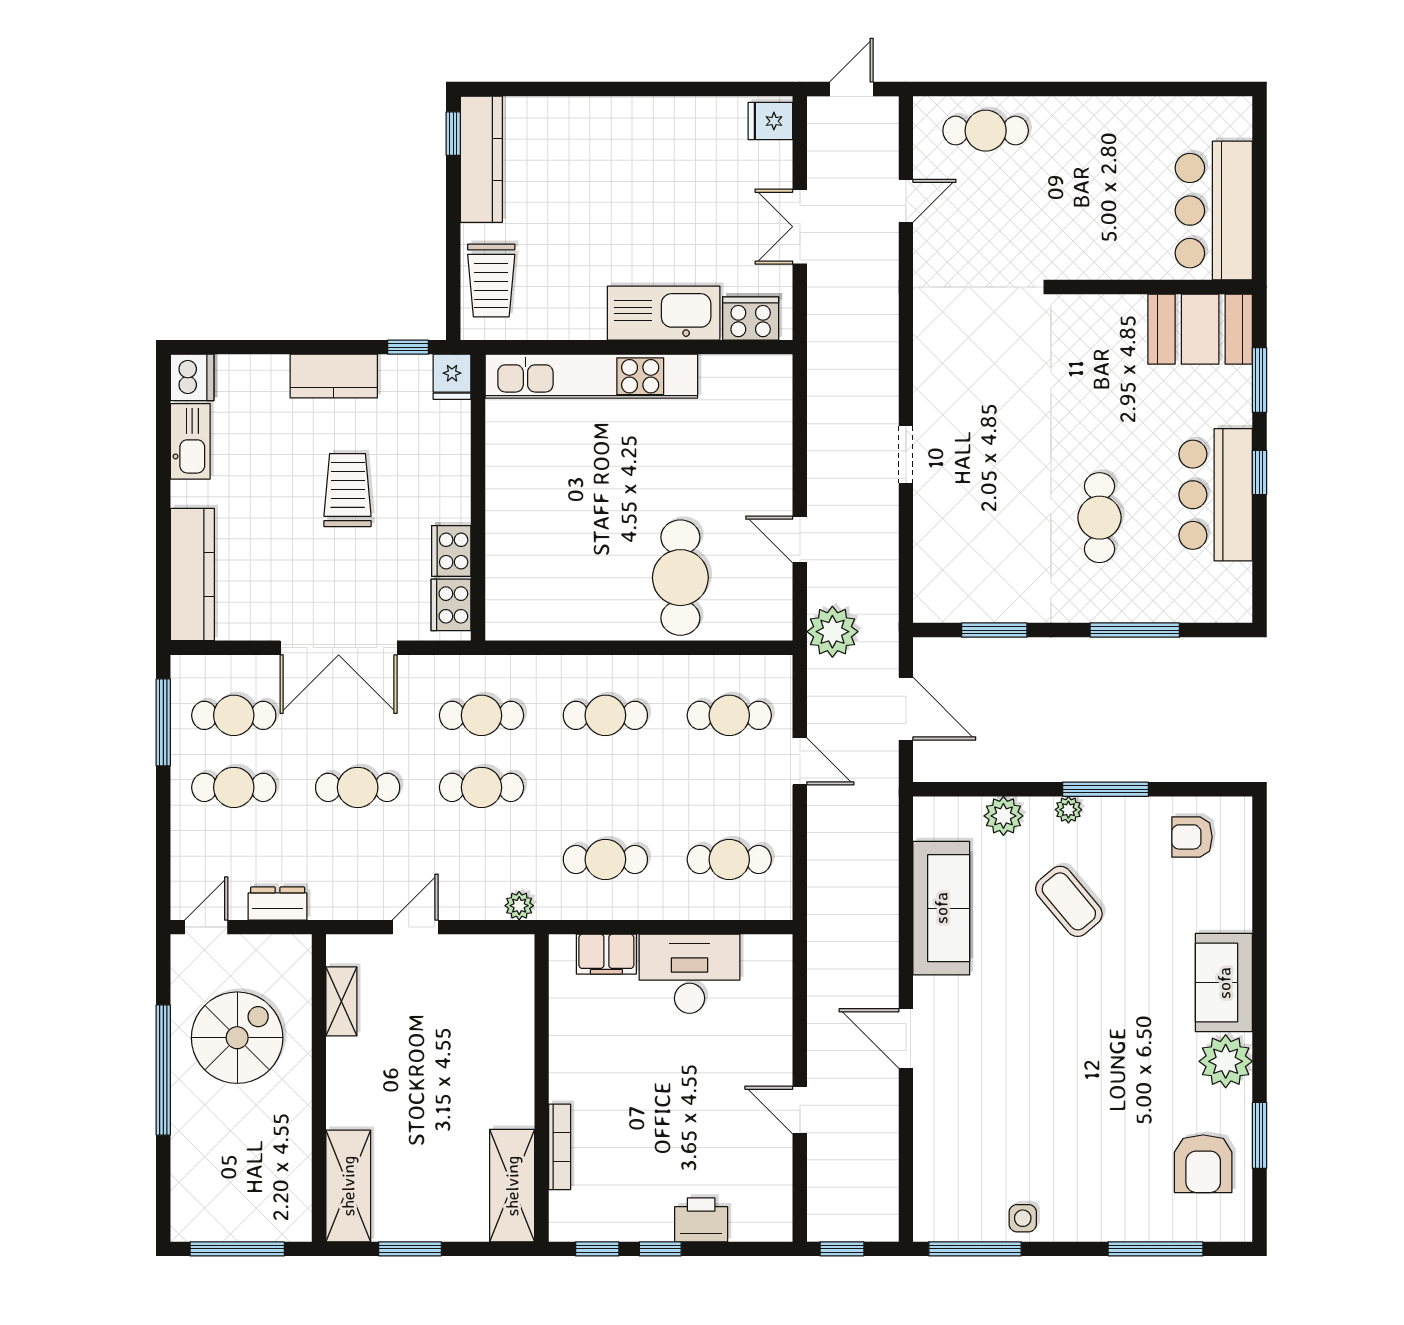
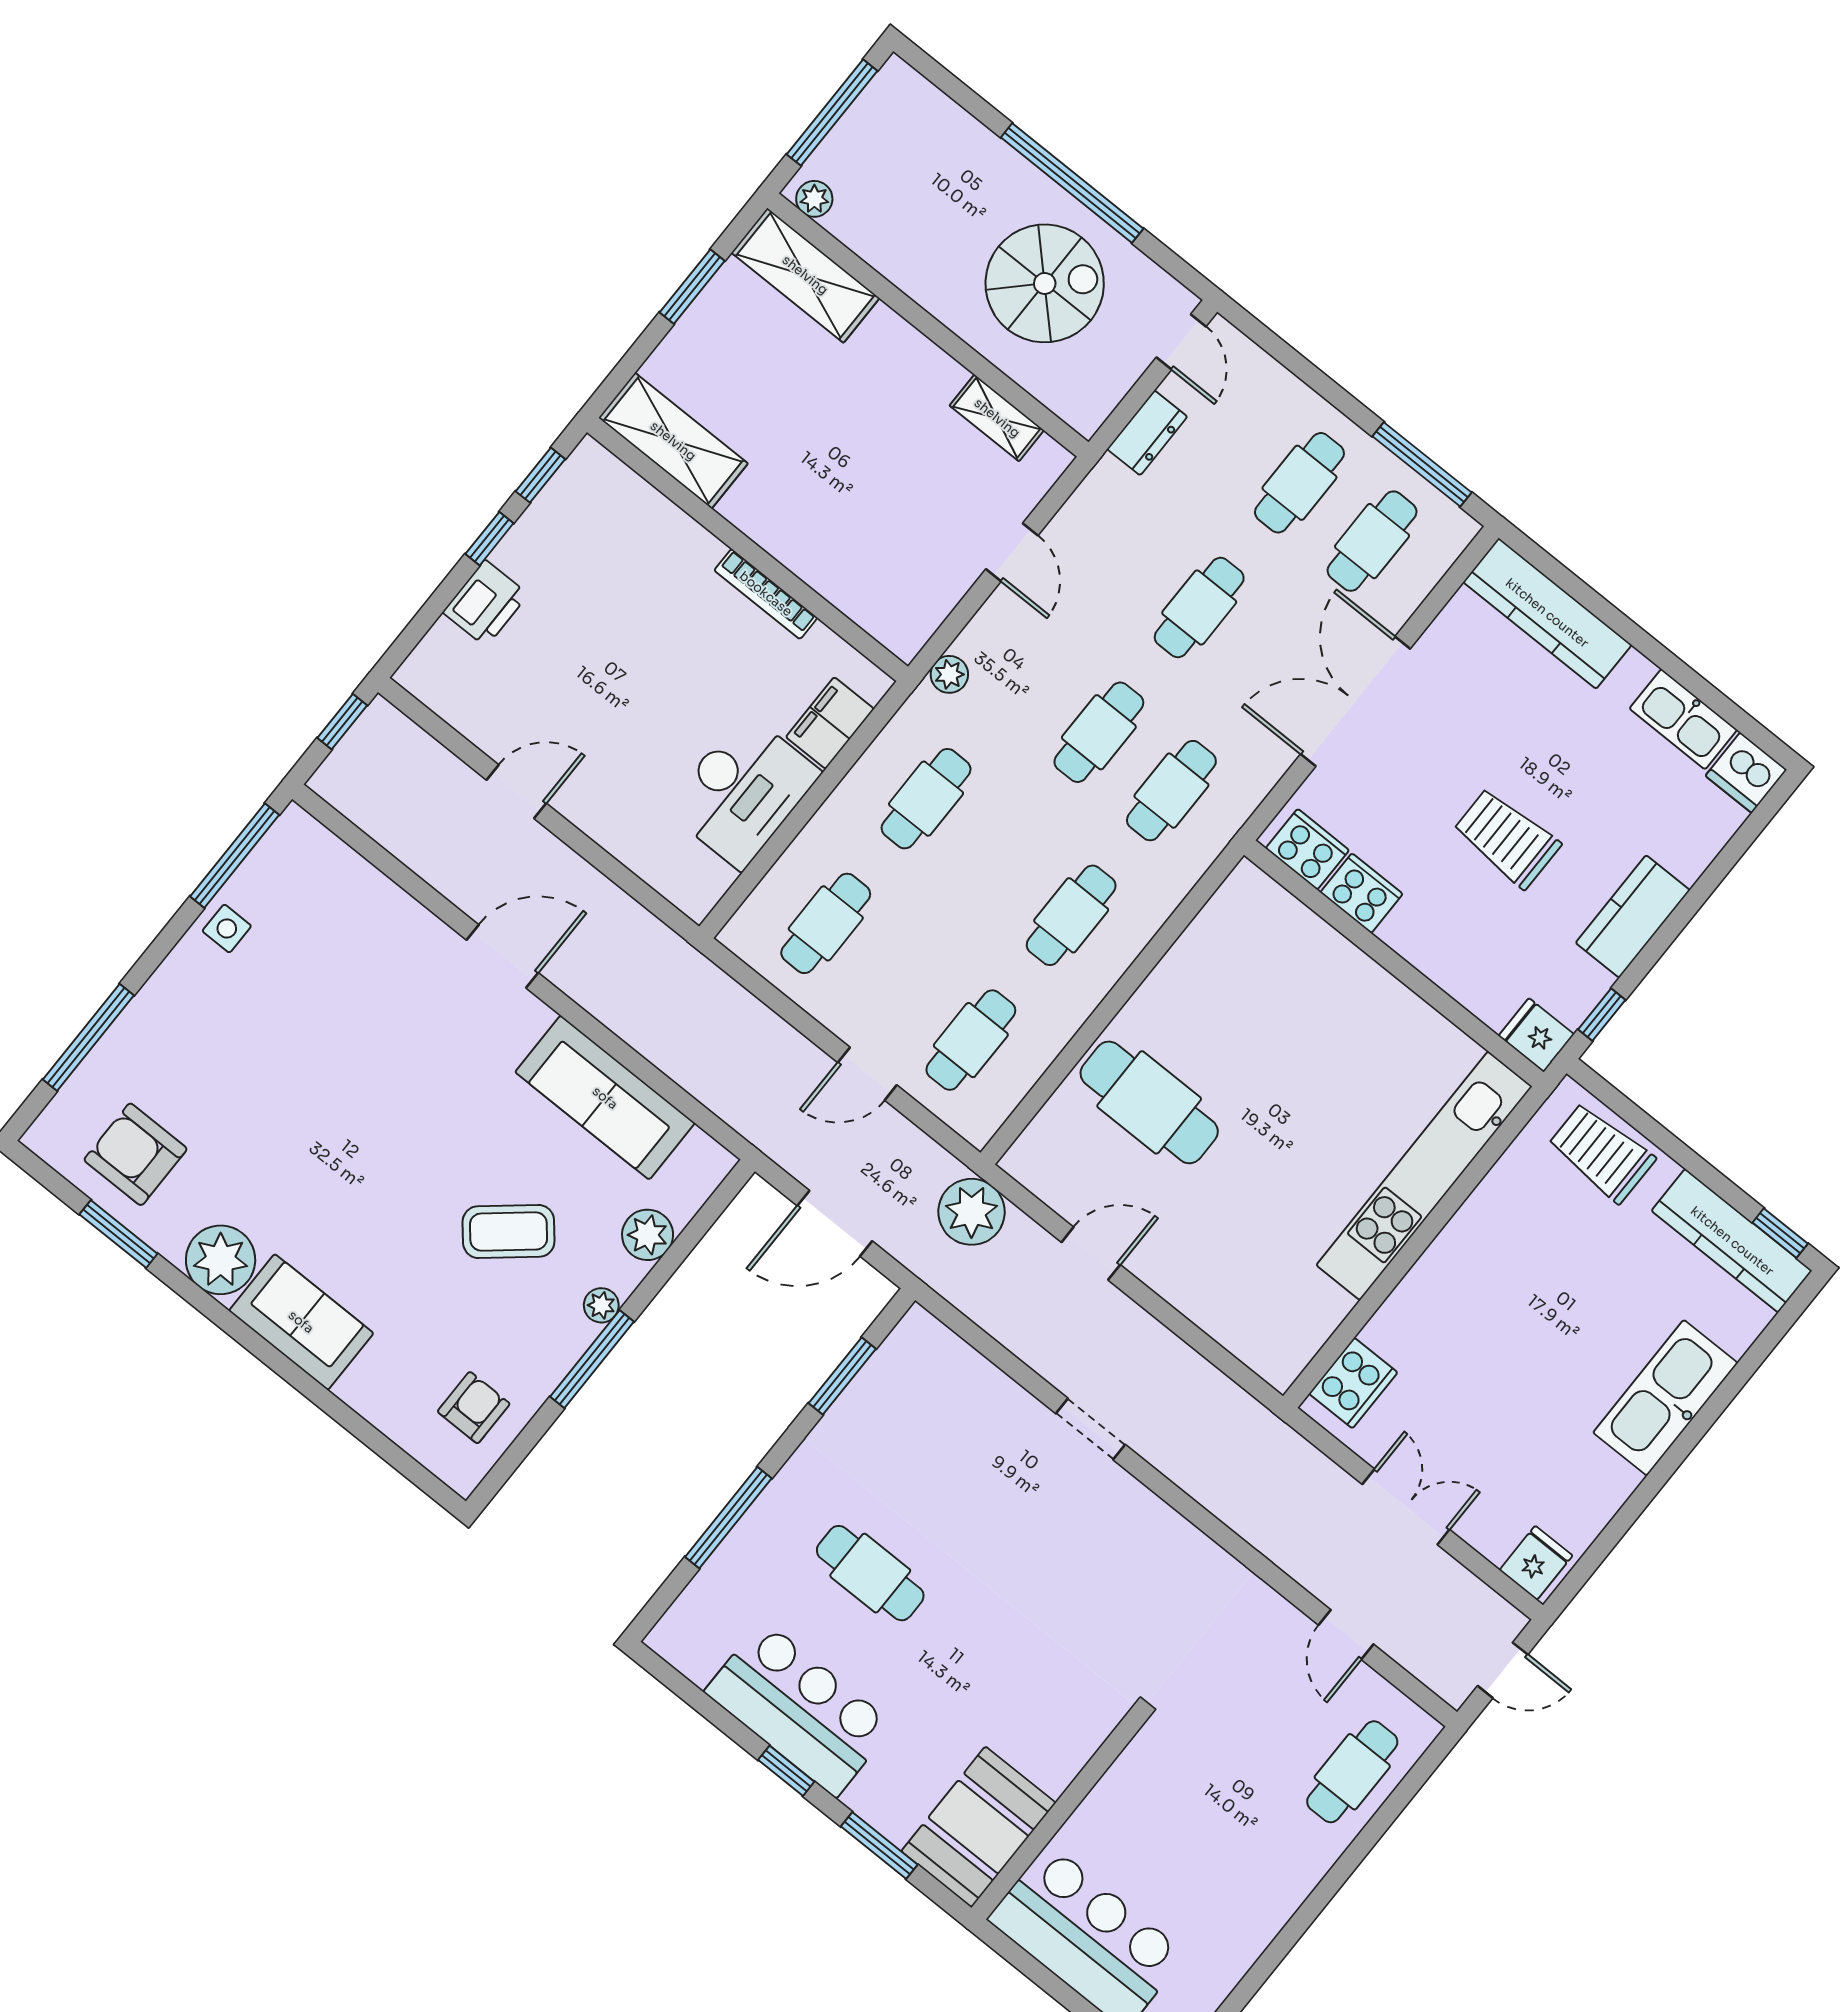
door: (851, 89) -> (1503, 1670), hinge flipped
kitchen sink: (664, 313) -> (1665, 1398), moved, turned 180
trolley: (348, 490) -> (1507, 838), turned 180
spiral stairs: (237, 1038) -> (1045, 283), turned -90
bookcase: (560, 1147) -> (766, 594), moved
plant: (298, 1218) -> (814, 199), added

